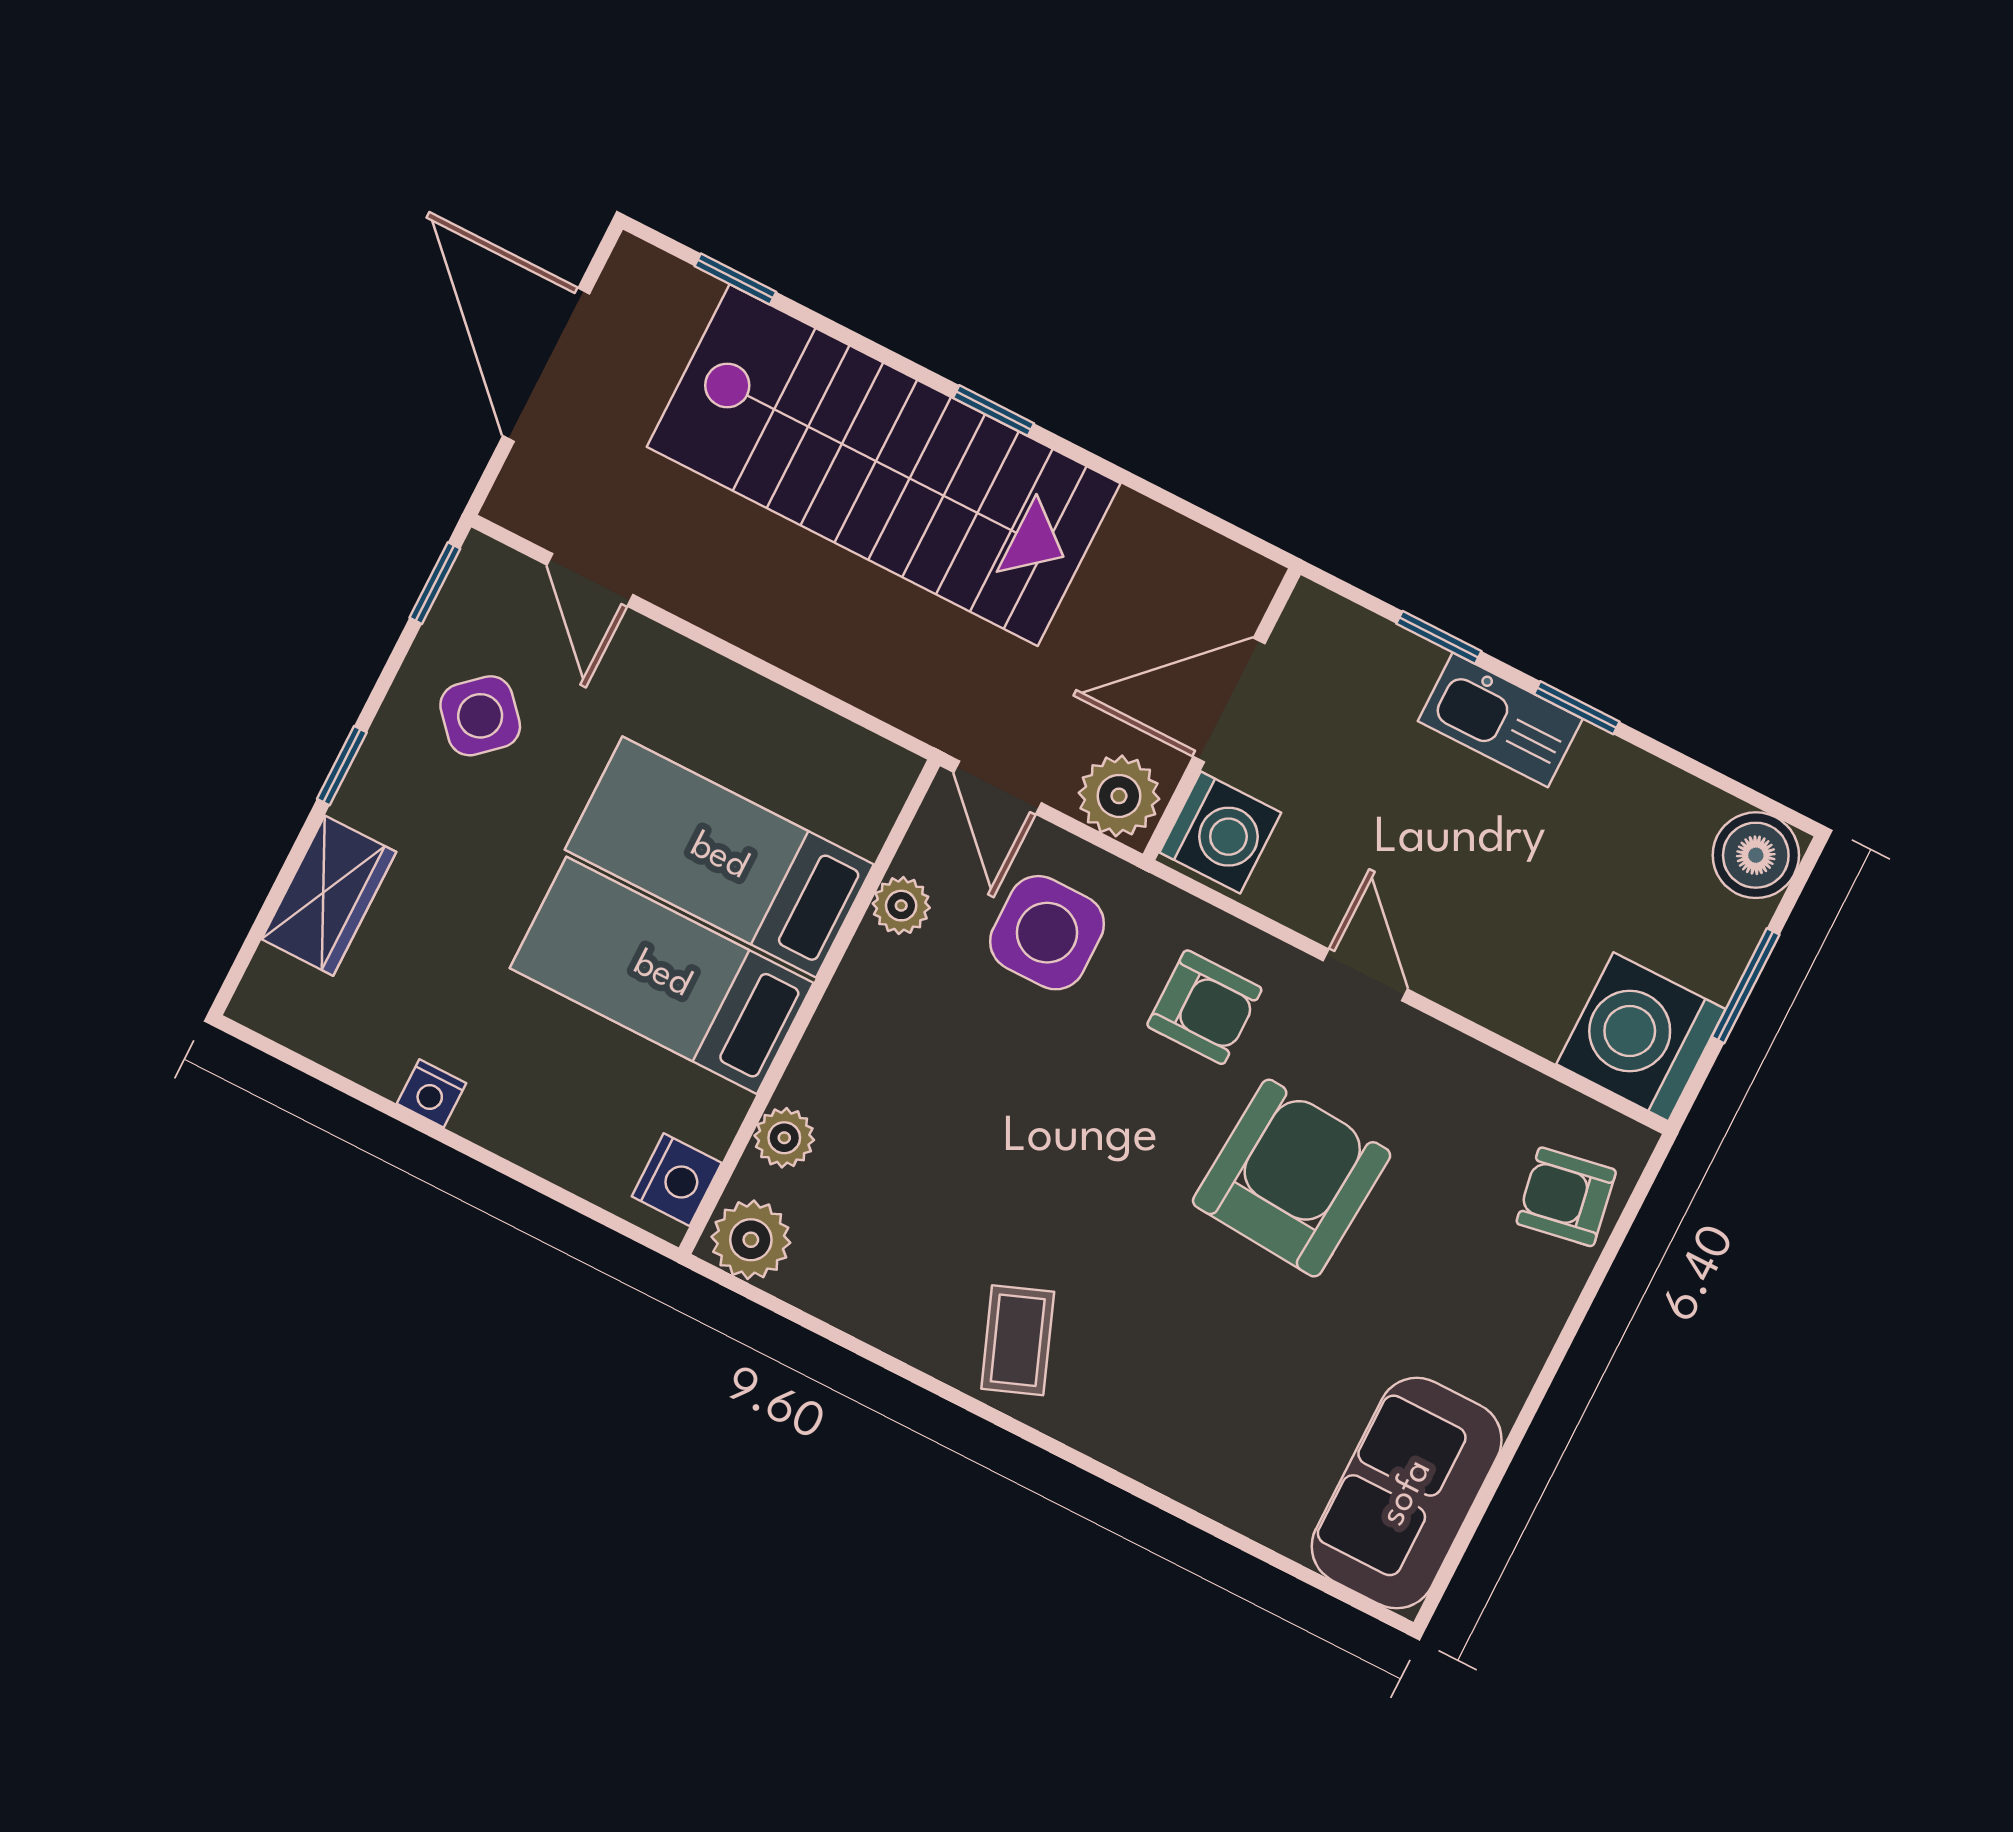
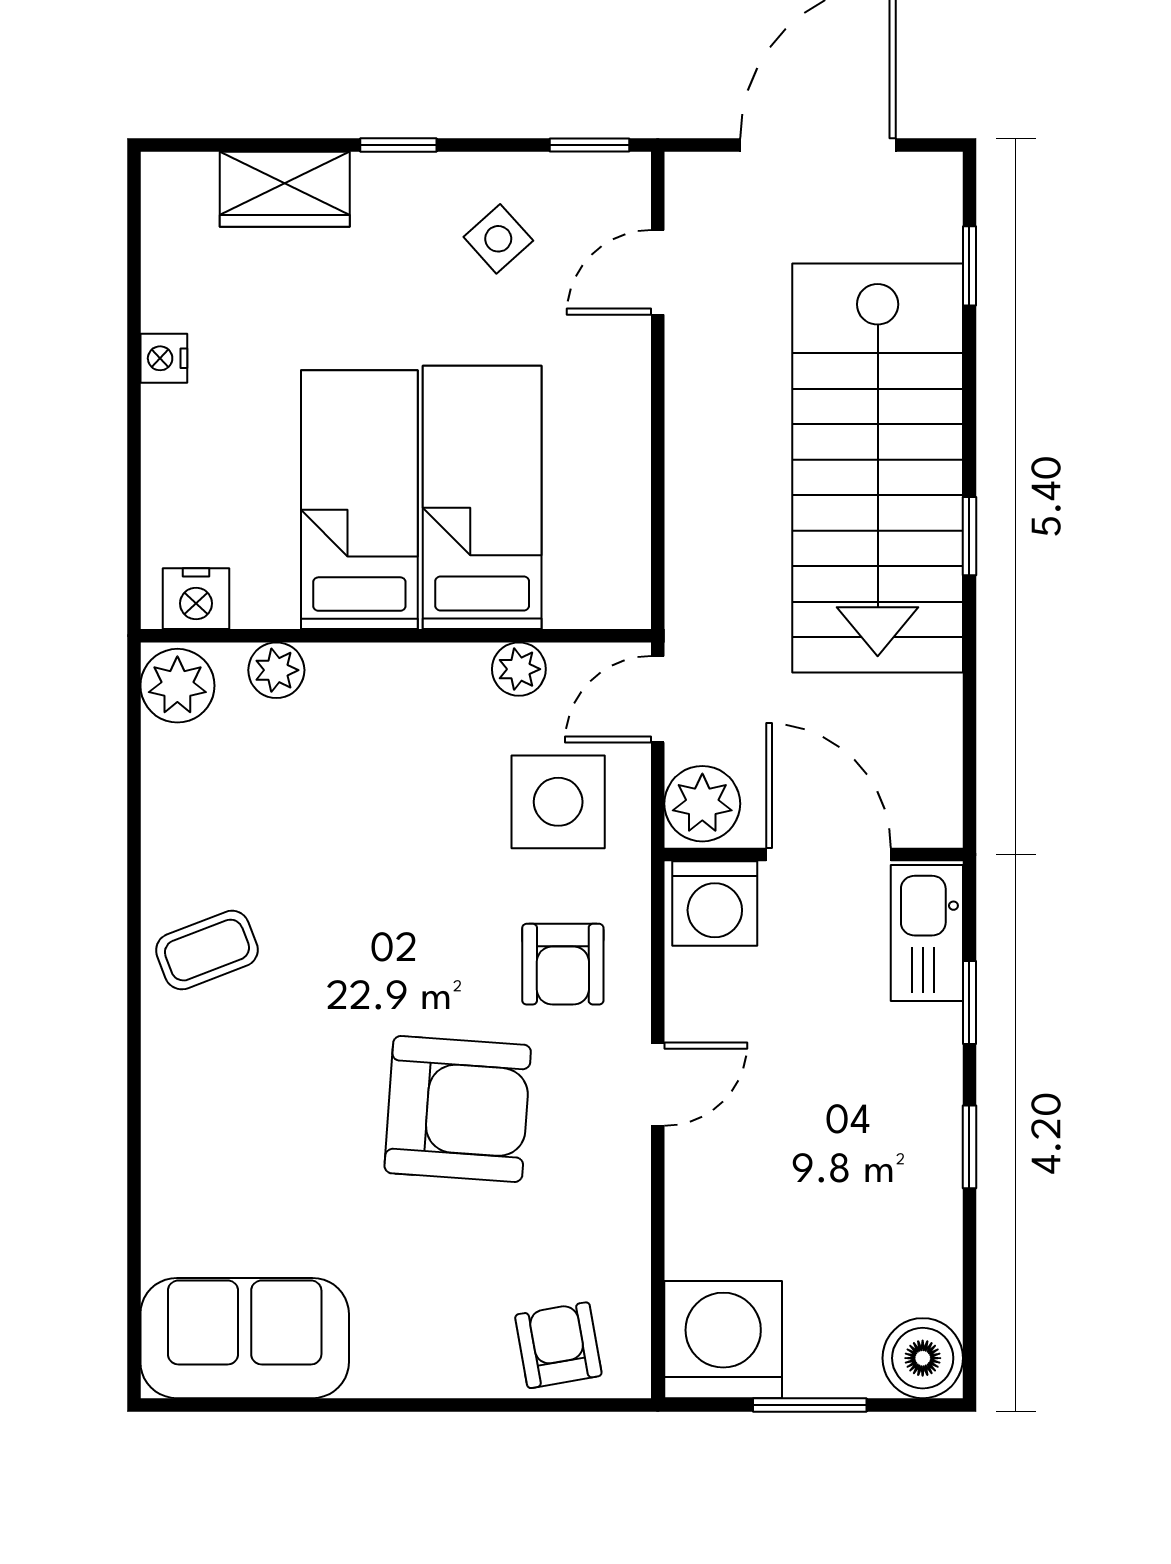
side table: (480, 716) -> (498, 239), width x0.73, depth x0.73
kitchen sink: (1500, 720) -> (927, 933), moved

